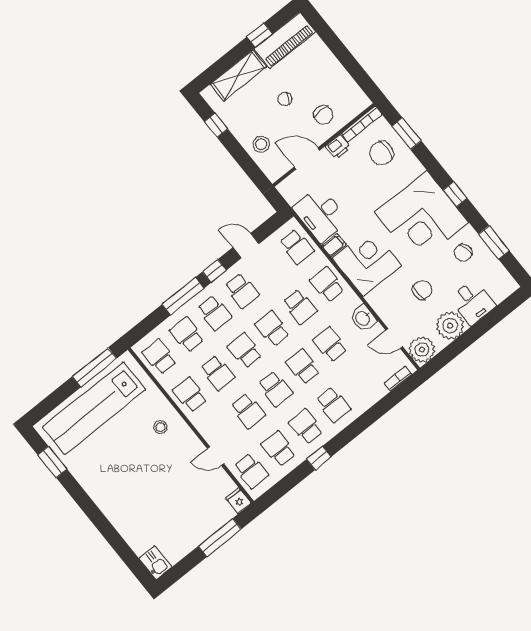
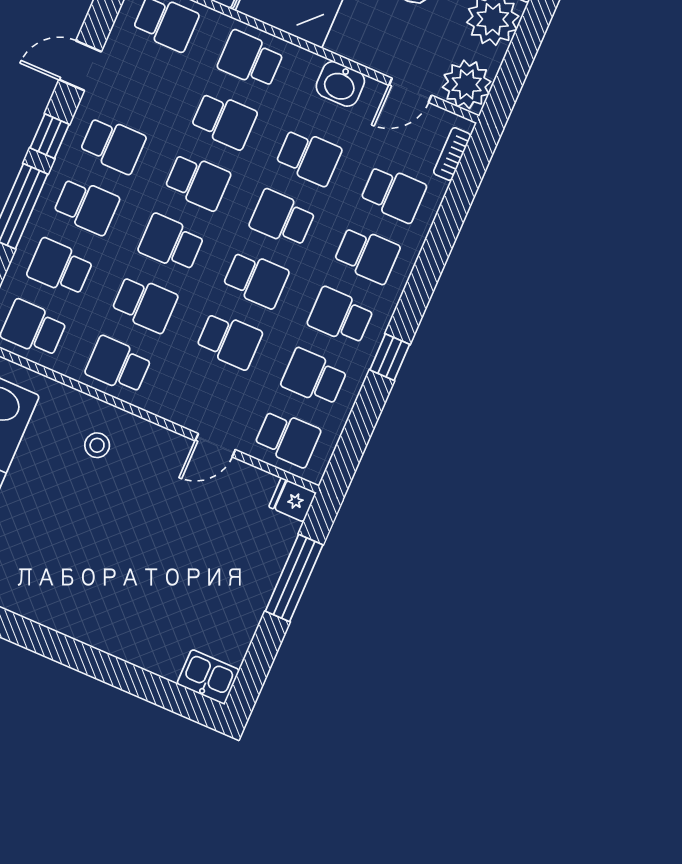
school desk: (272, 329) -> (198, 182), turned 180
school desk: (330, 345) -> (309, 157), turned 180
school desk: (361, 383) -> (393, 194), added

